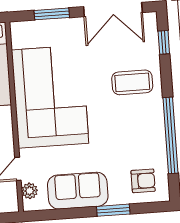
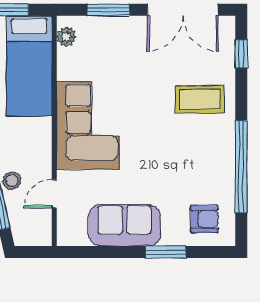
corner sofa: (50, 97) -> (88, 125), width x0.73, depth x0.74
plant: (30, 191) -> (66, 37), moved

